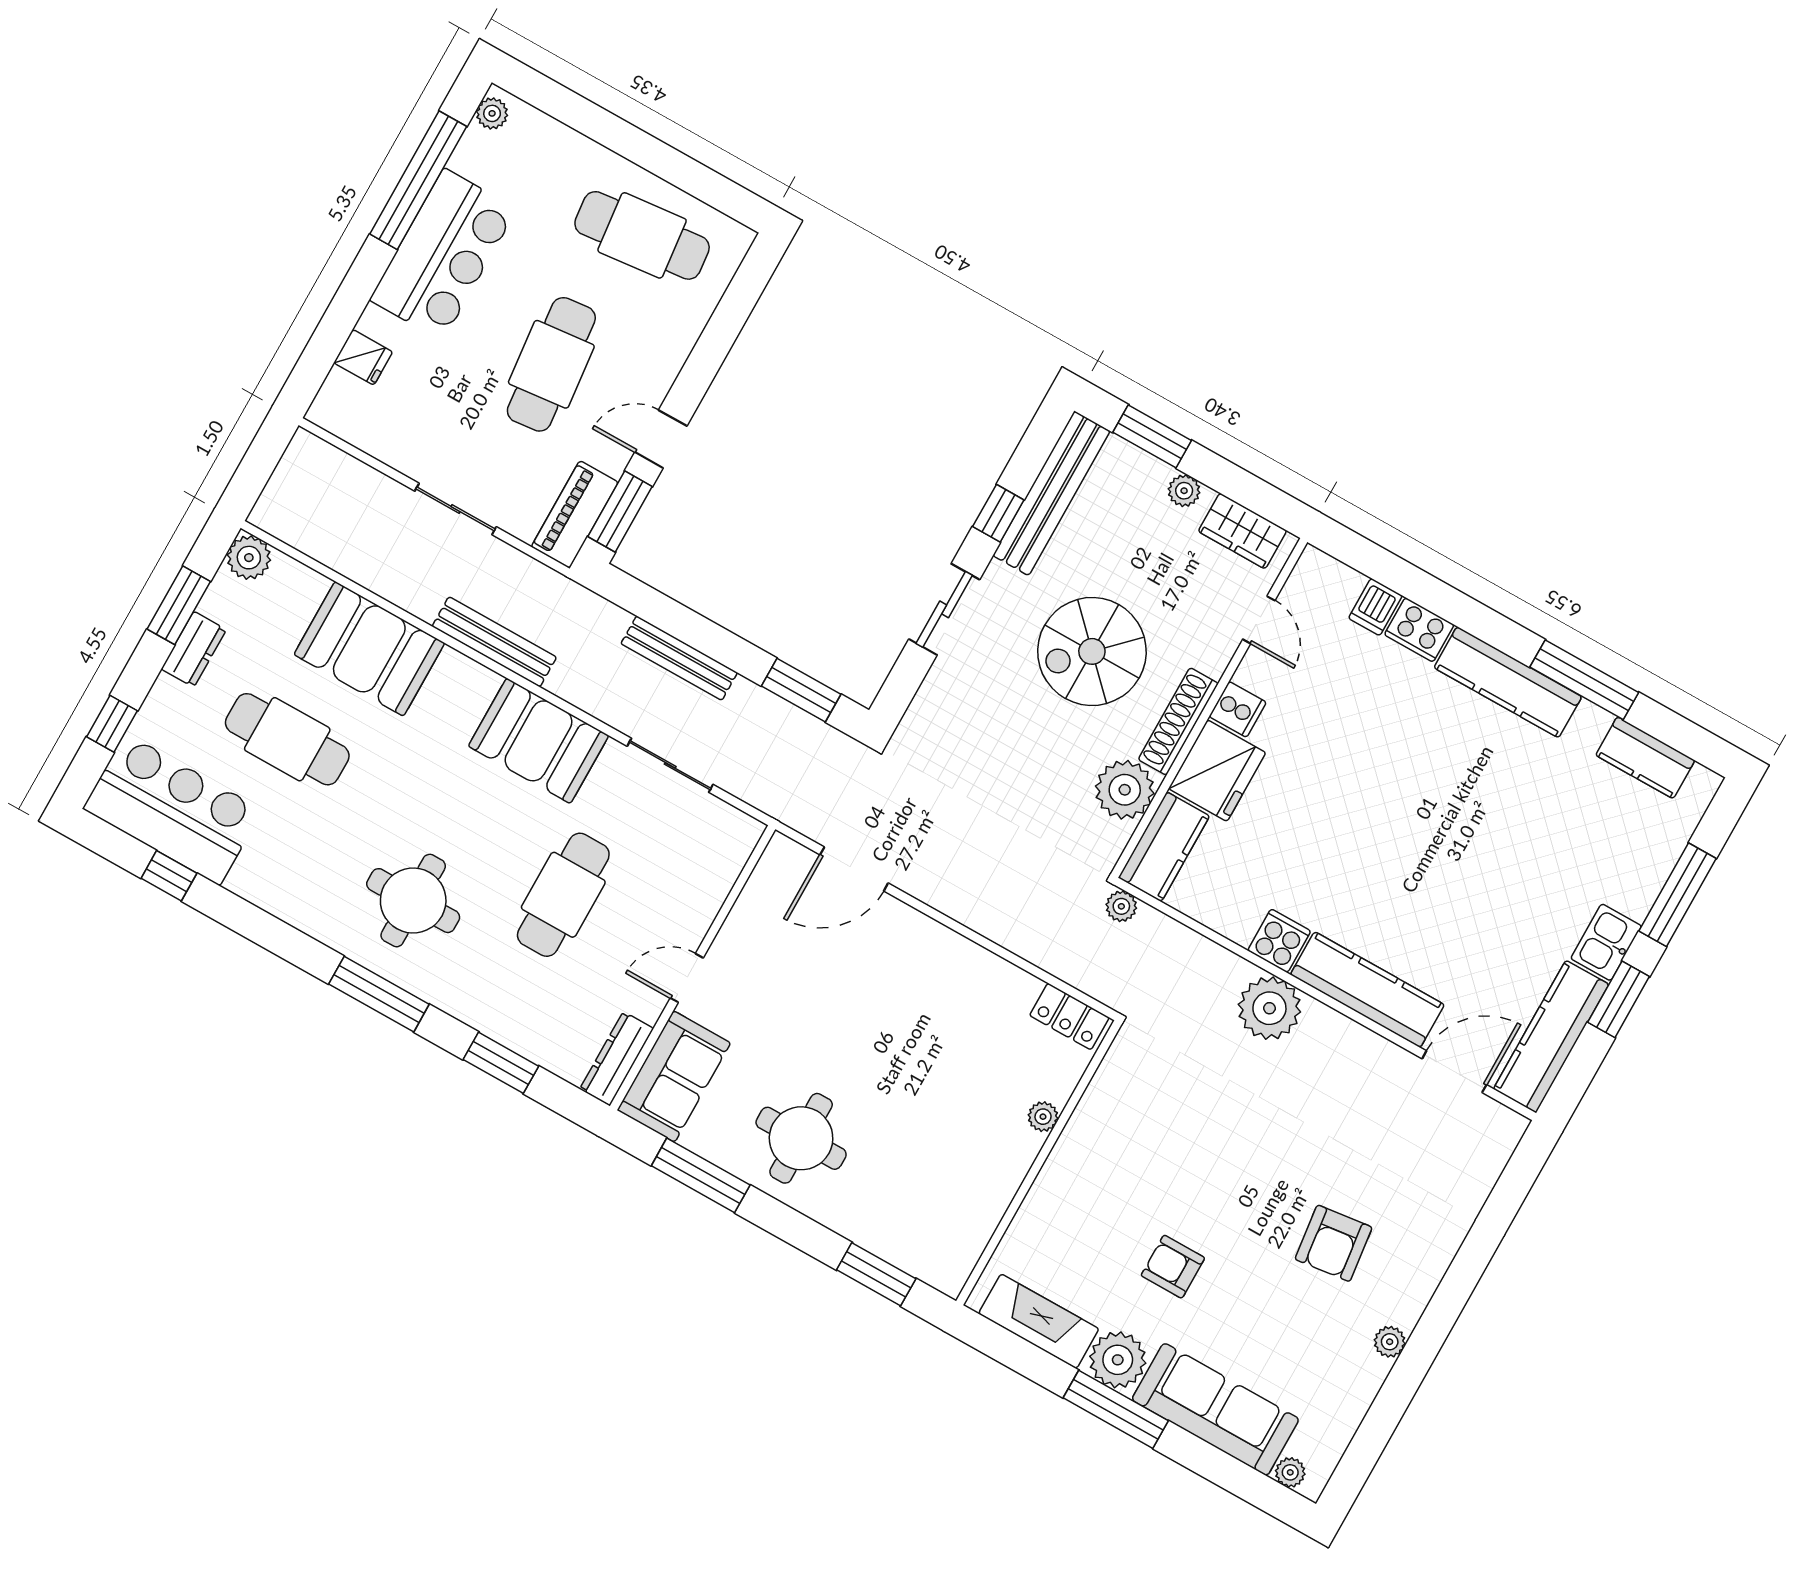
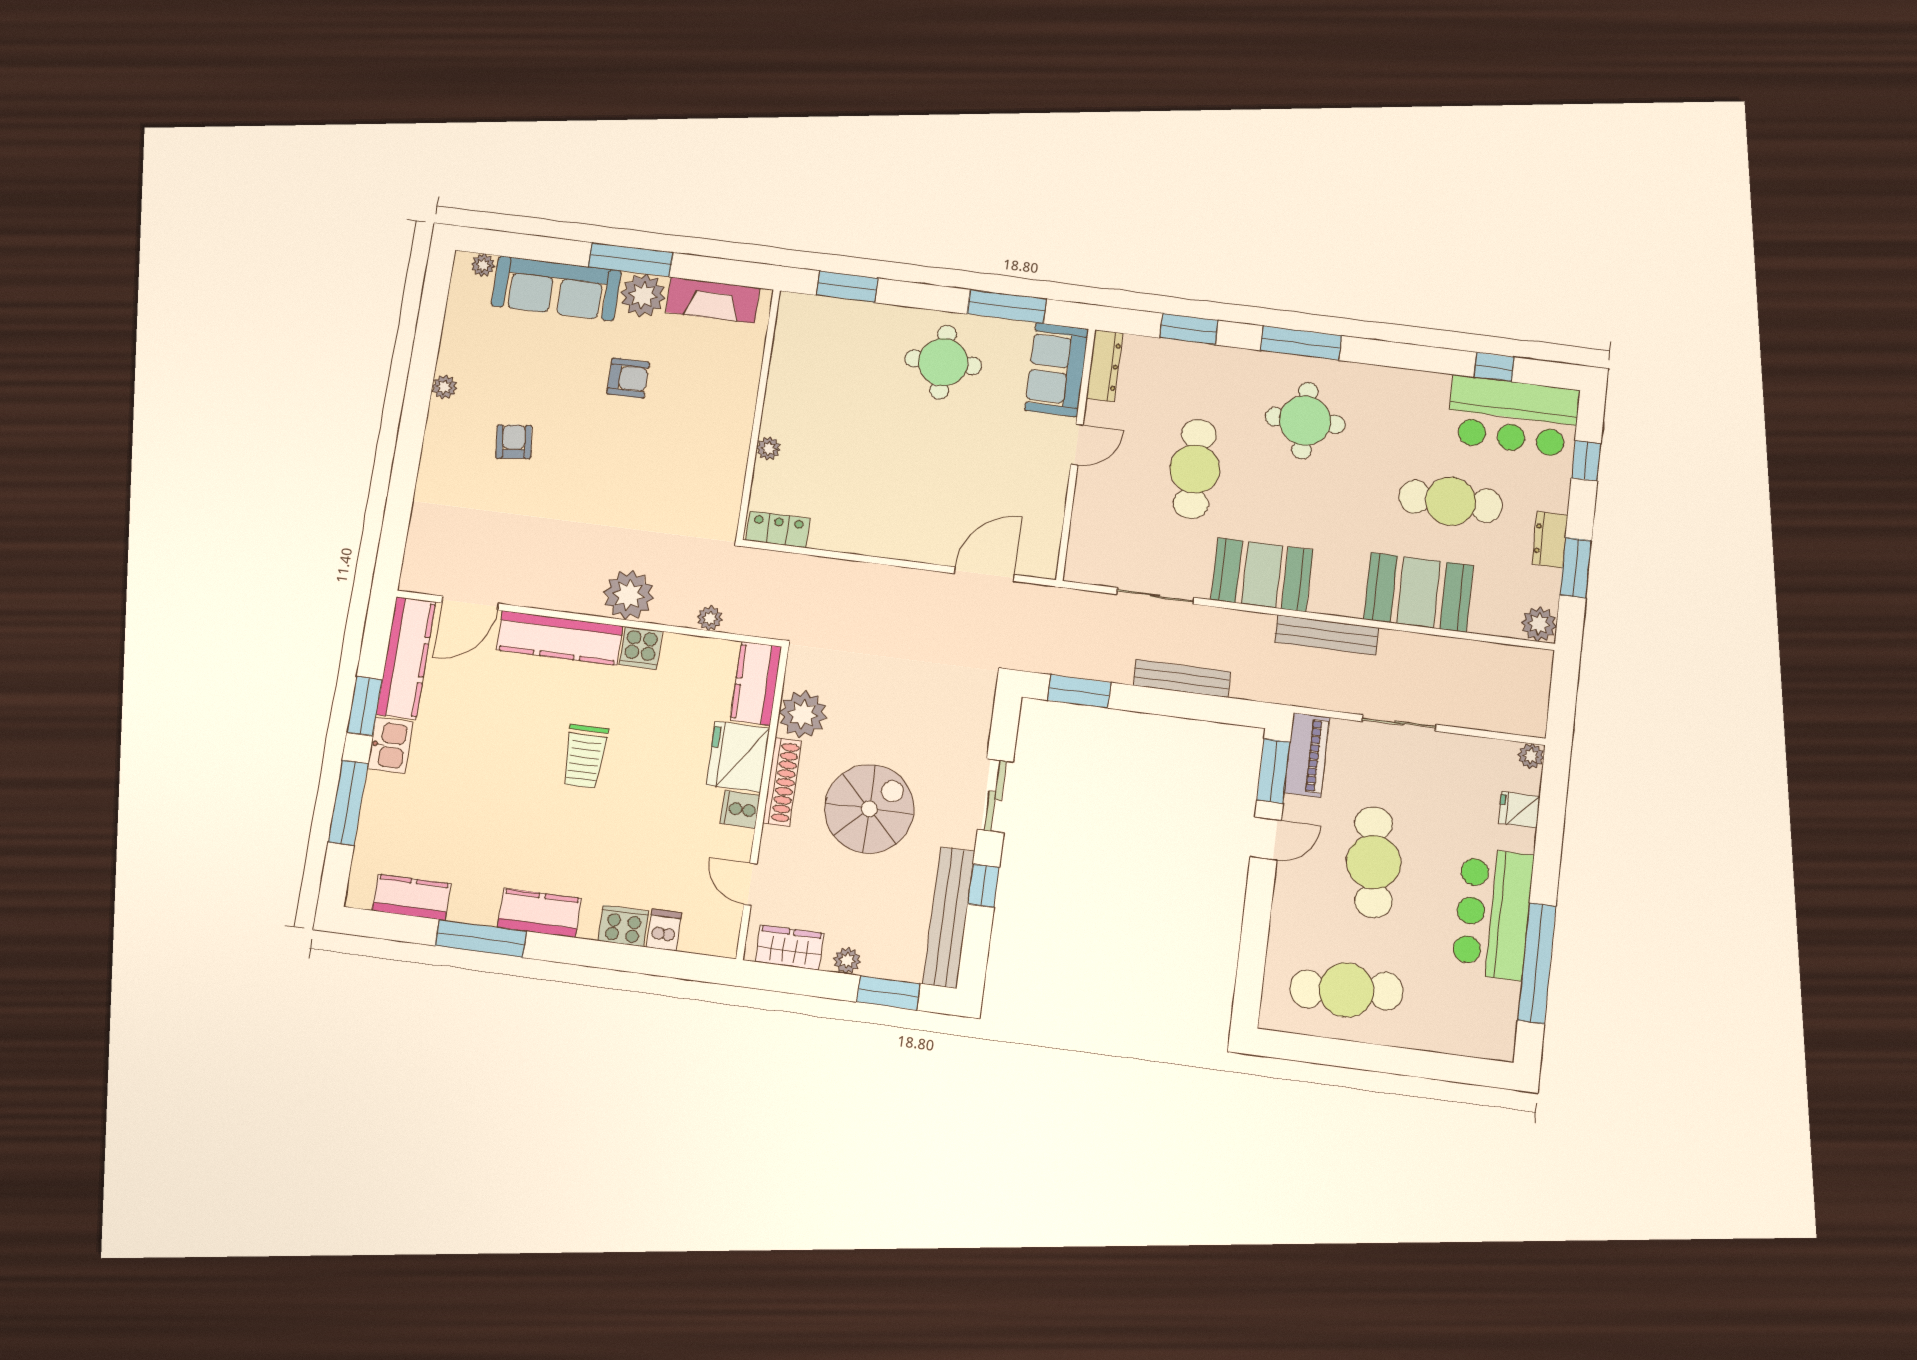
plant: (492, 113) -> (1531, 756), moved
kitchen counter: (1508, 682) -> (539, 913), width x0.67
trolley: (1390, 841) -> (585, 756), added
plant: (1121, 906) -> (710, 618), moved
armchair: (1334, 1243) -> (514, 442), width x0.72, depth x0.72

